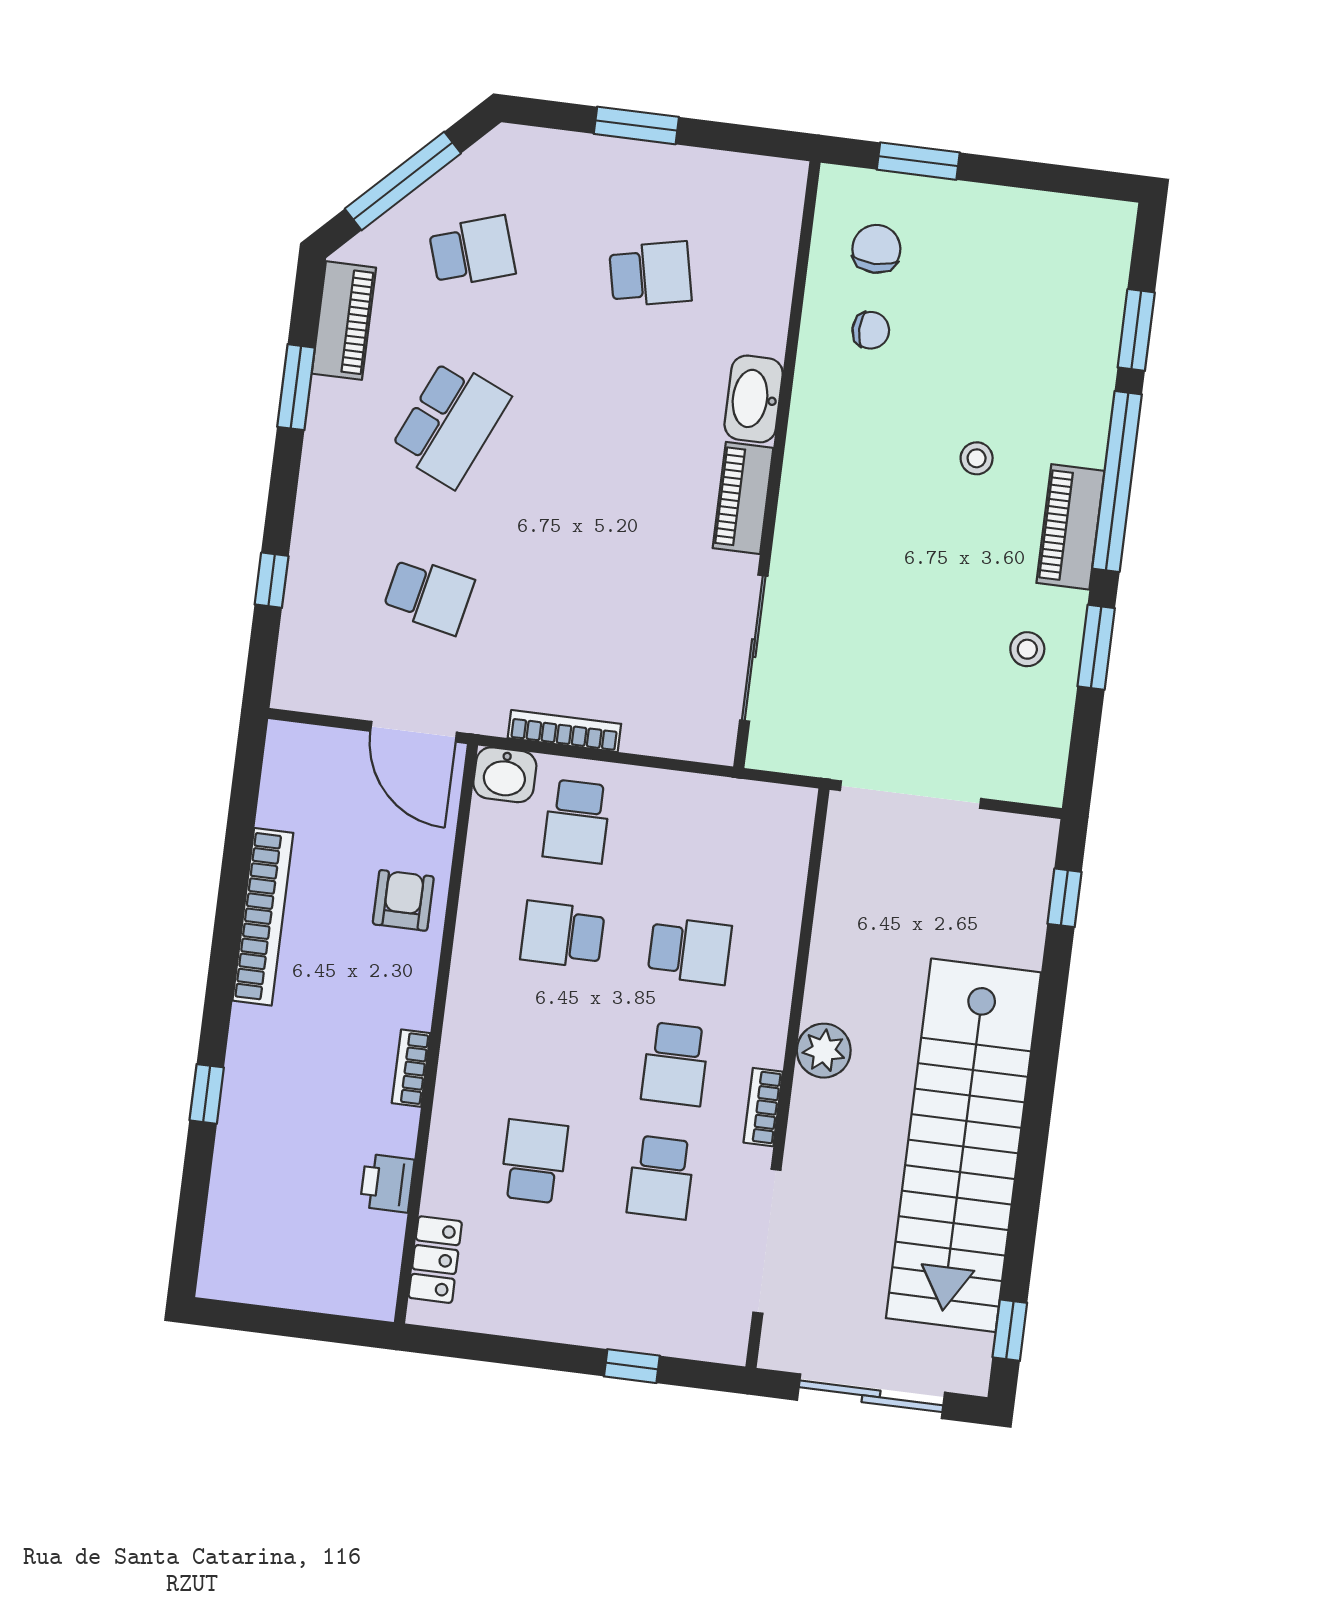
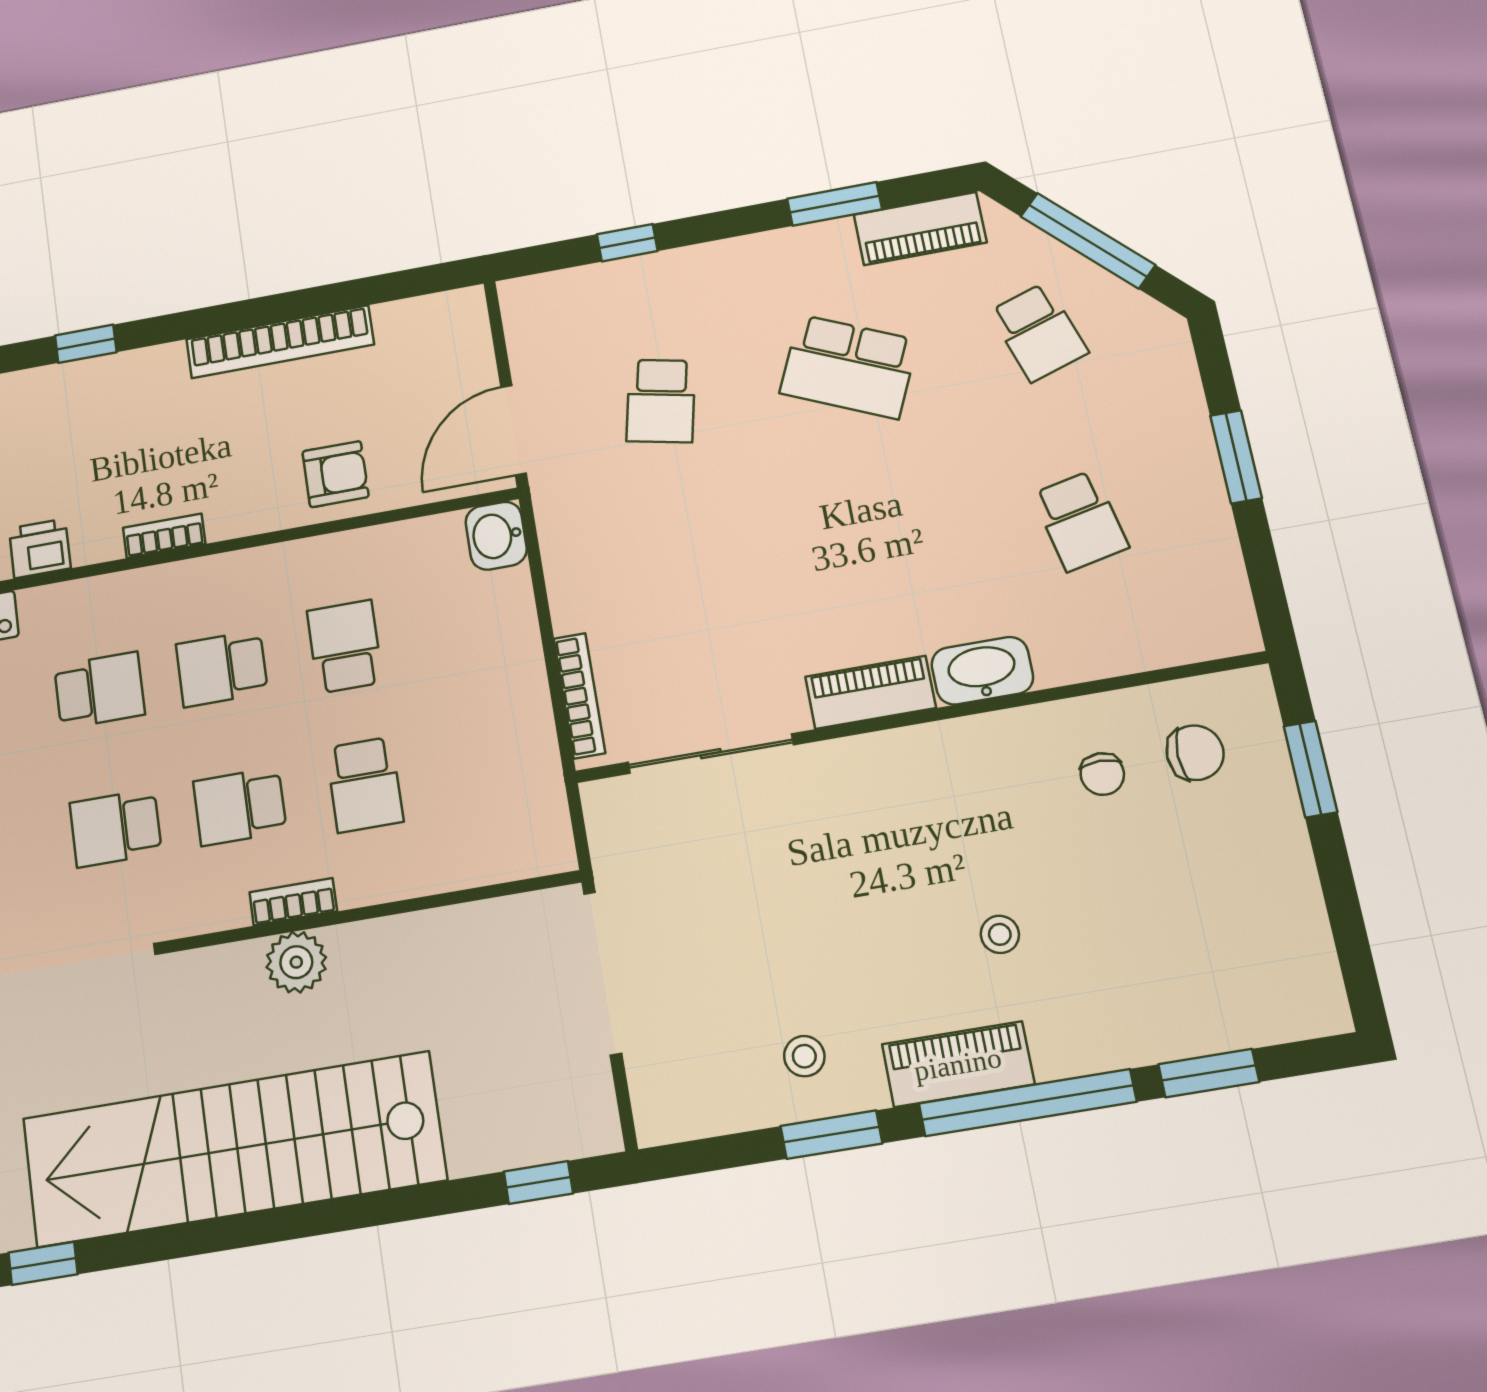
bookcase: (564, 731) -> (579, 696), moved
school desk: (577, 821) -> (222, 668), moved
bookcase: (763, 1107) -> (293, 902), moved

